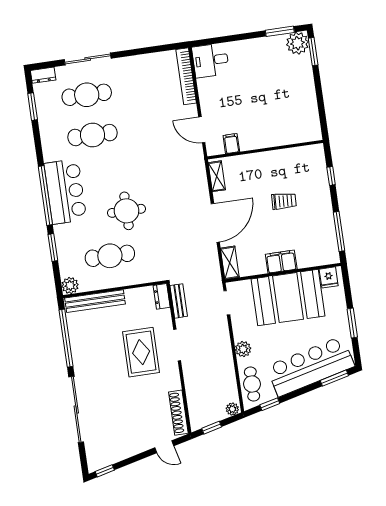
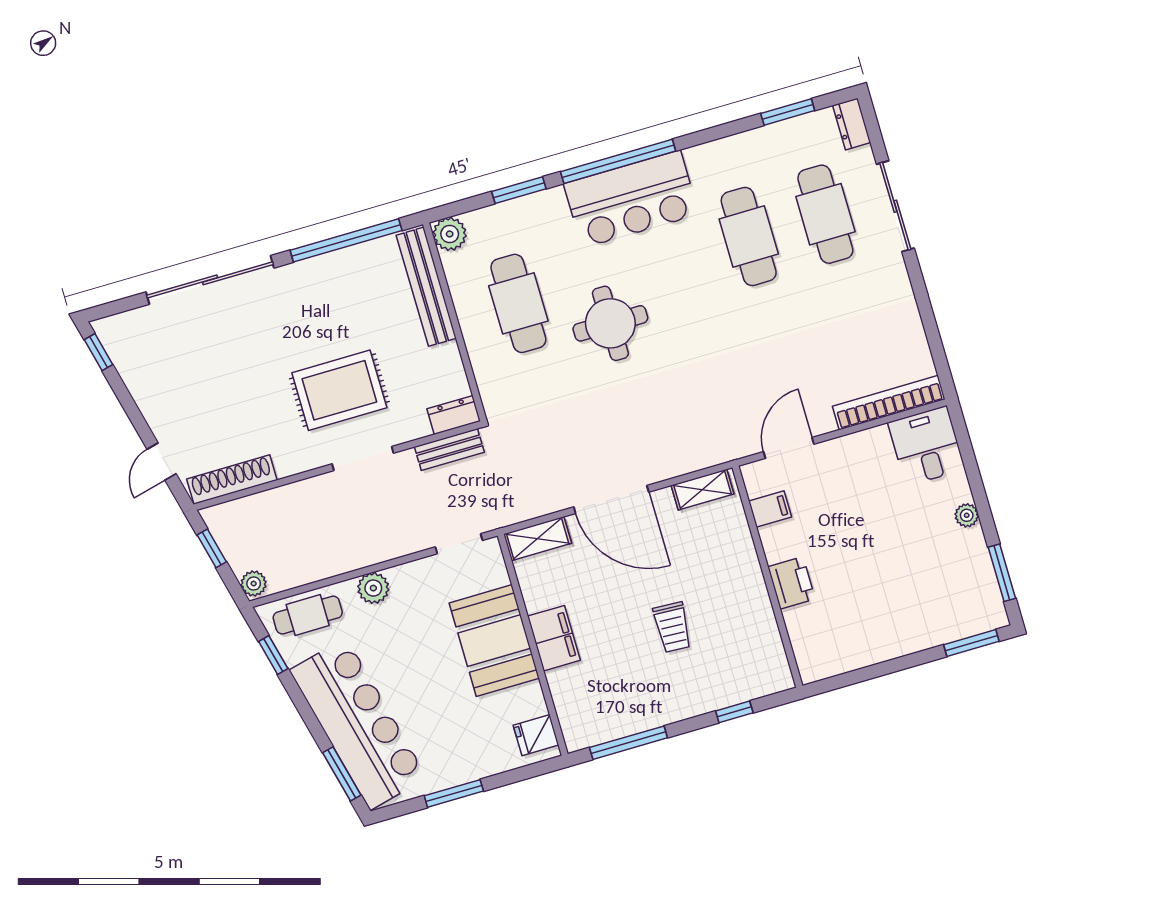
plant: (297, 43) -> (967, 515), moved, width x0.53, depth x0.53
printer: (270, 138) -> (792, 583), added
booth: (288, 298) -> (494, 641), width x0.73, depth x0.70

